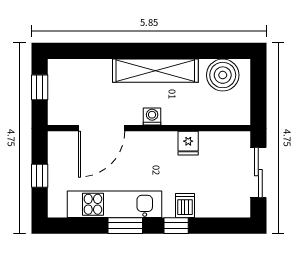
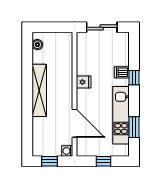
boiler: (223, 75) -> (37, 45), width x0.54, depth x0.54
washing machine: (152, 116) -> (67, 151), moved
fridge: (188, 143) -> (84, 82), moved
window: (125, 226) -> (134, 127), moved

